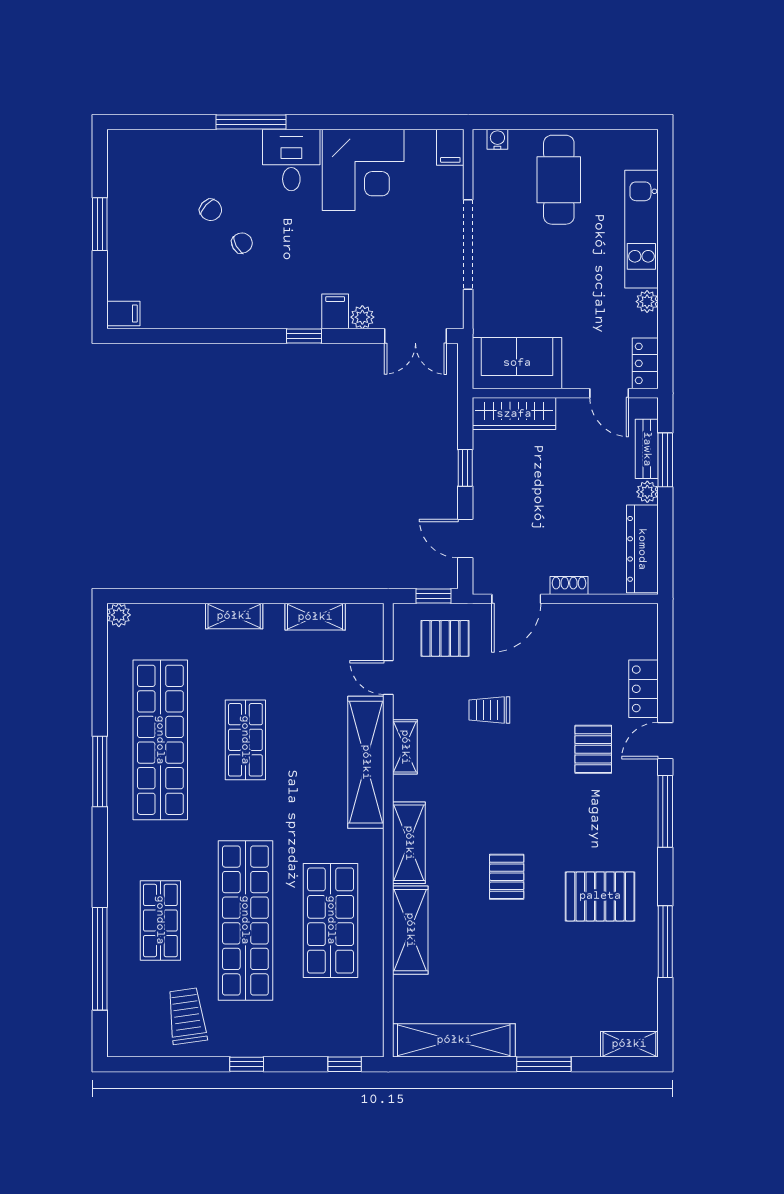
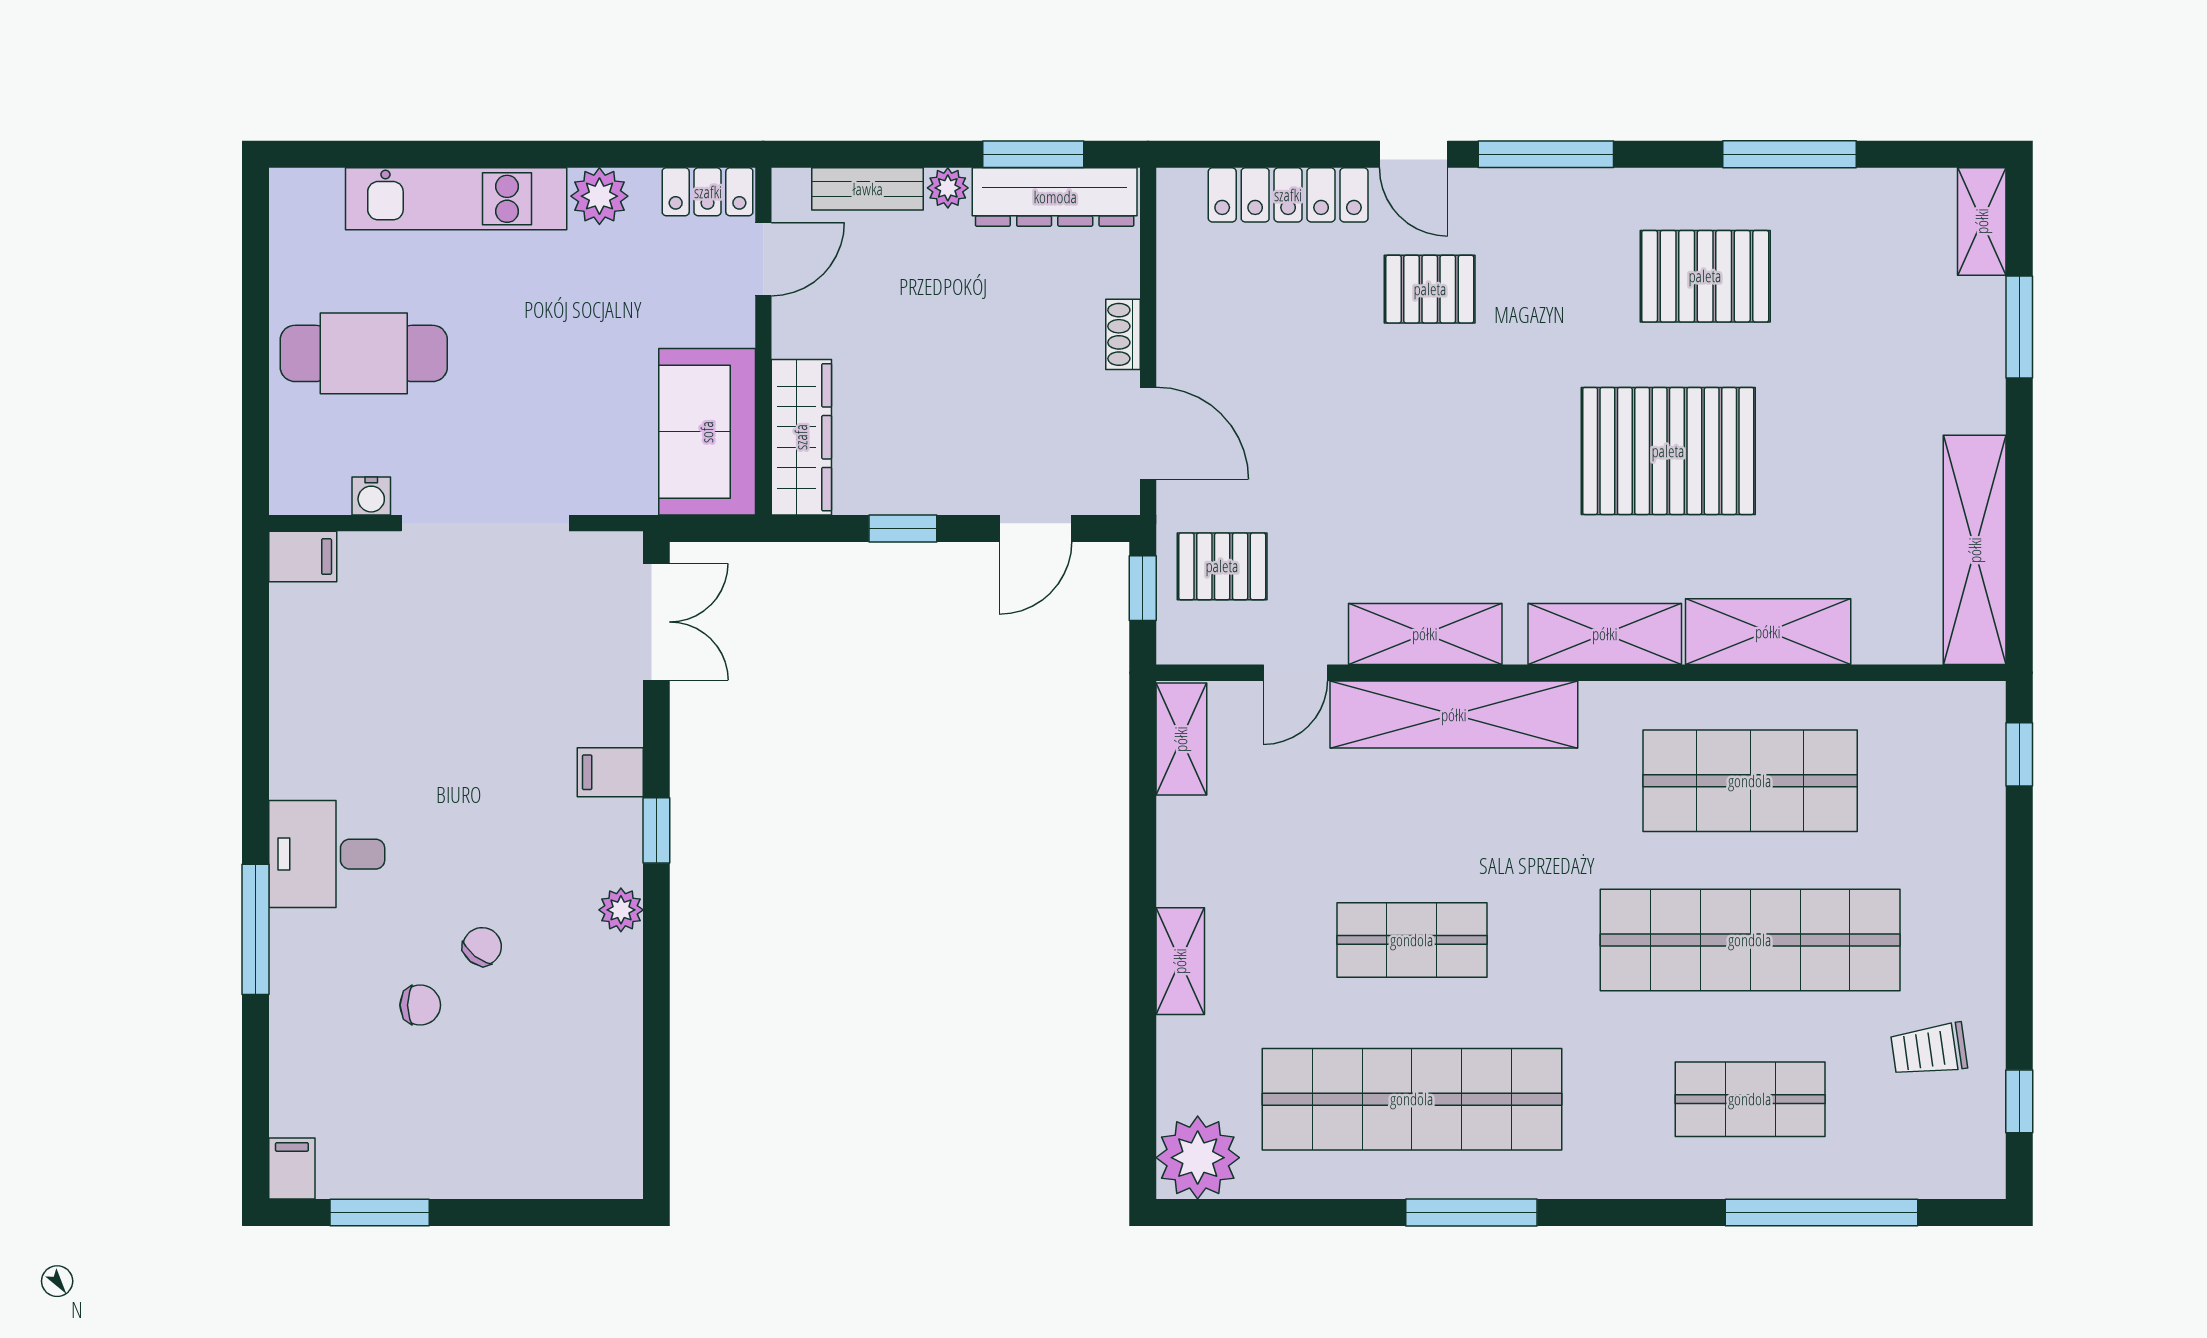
water cooler: (497, 139) -> (371, 496), moved, turned -90
corner desk: (363, 170) -> (345, 720), removed
chair: (211, 210) -> (420, 1005), turned 48
window: (100, 224) -> (380, 1213), moved
chair: (242, 243) -> (482, 947), turned 67
plant: (647, 302) -> (599, 196), width x1.38, depth x1.38
filing cabinet: (123, 313) -> (292, 1168), moved
plant: (362, 317) -> (621, 910), moved
window: (665, 460) -> (1033, 154), moved
plant: (119, 615) -> (1198, 1158), width x1.88, depth x1.88
shelving: (315, 617) -> (1181, 739), moved
pallet: (445, 638) -> (1222, 566), turned 90
locker: (644, 689) -> (1288, 195), width x1.53
trolley: (489, 710) -> (1356, 483), removed
shelving: (405, 747) -> (1425, 634), width x1.50, depth x1.33
pallet: (507, 877) -> (1668, 451), width x2.05, depth x2.00
pallet: (600, 896) -> (1705, 276), turned 90
trolley: (187, 1016) -> (1929, 1050), width x0.73, depth x0.72
window: (247, 1064) -> (2019, 1101), moved
window: (544, 1064) -> (2019, 327), moved

